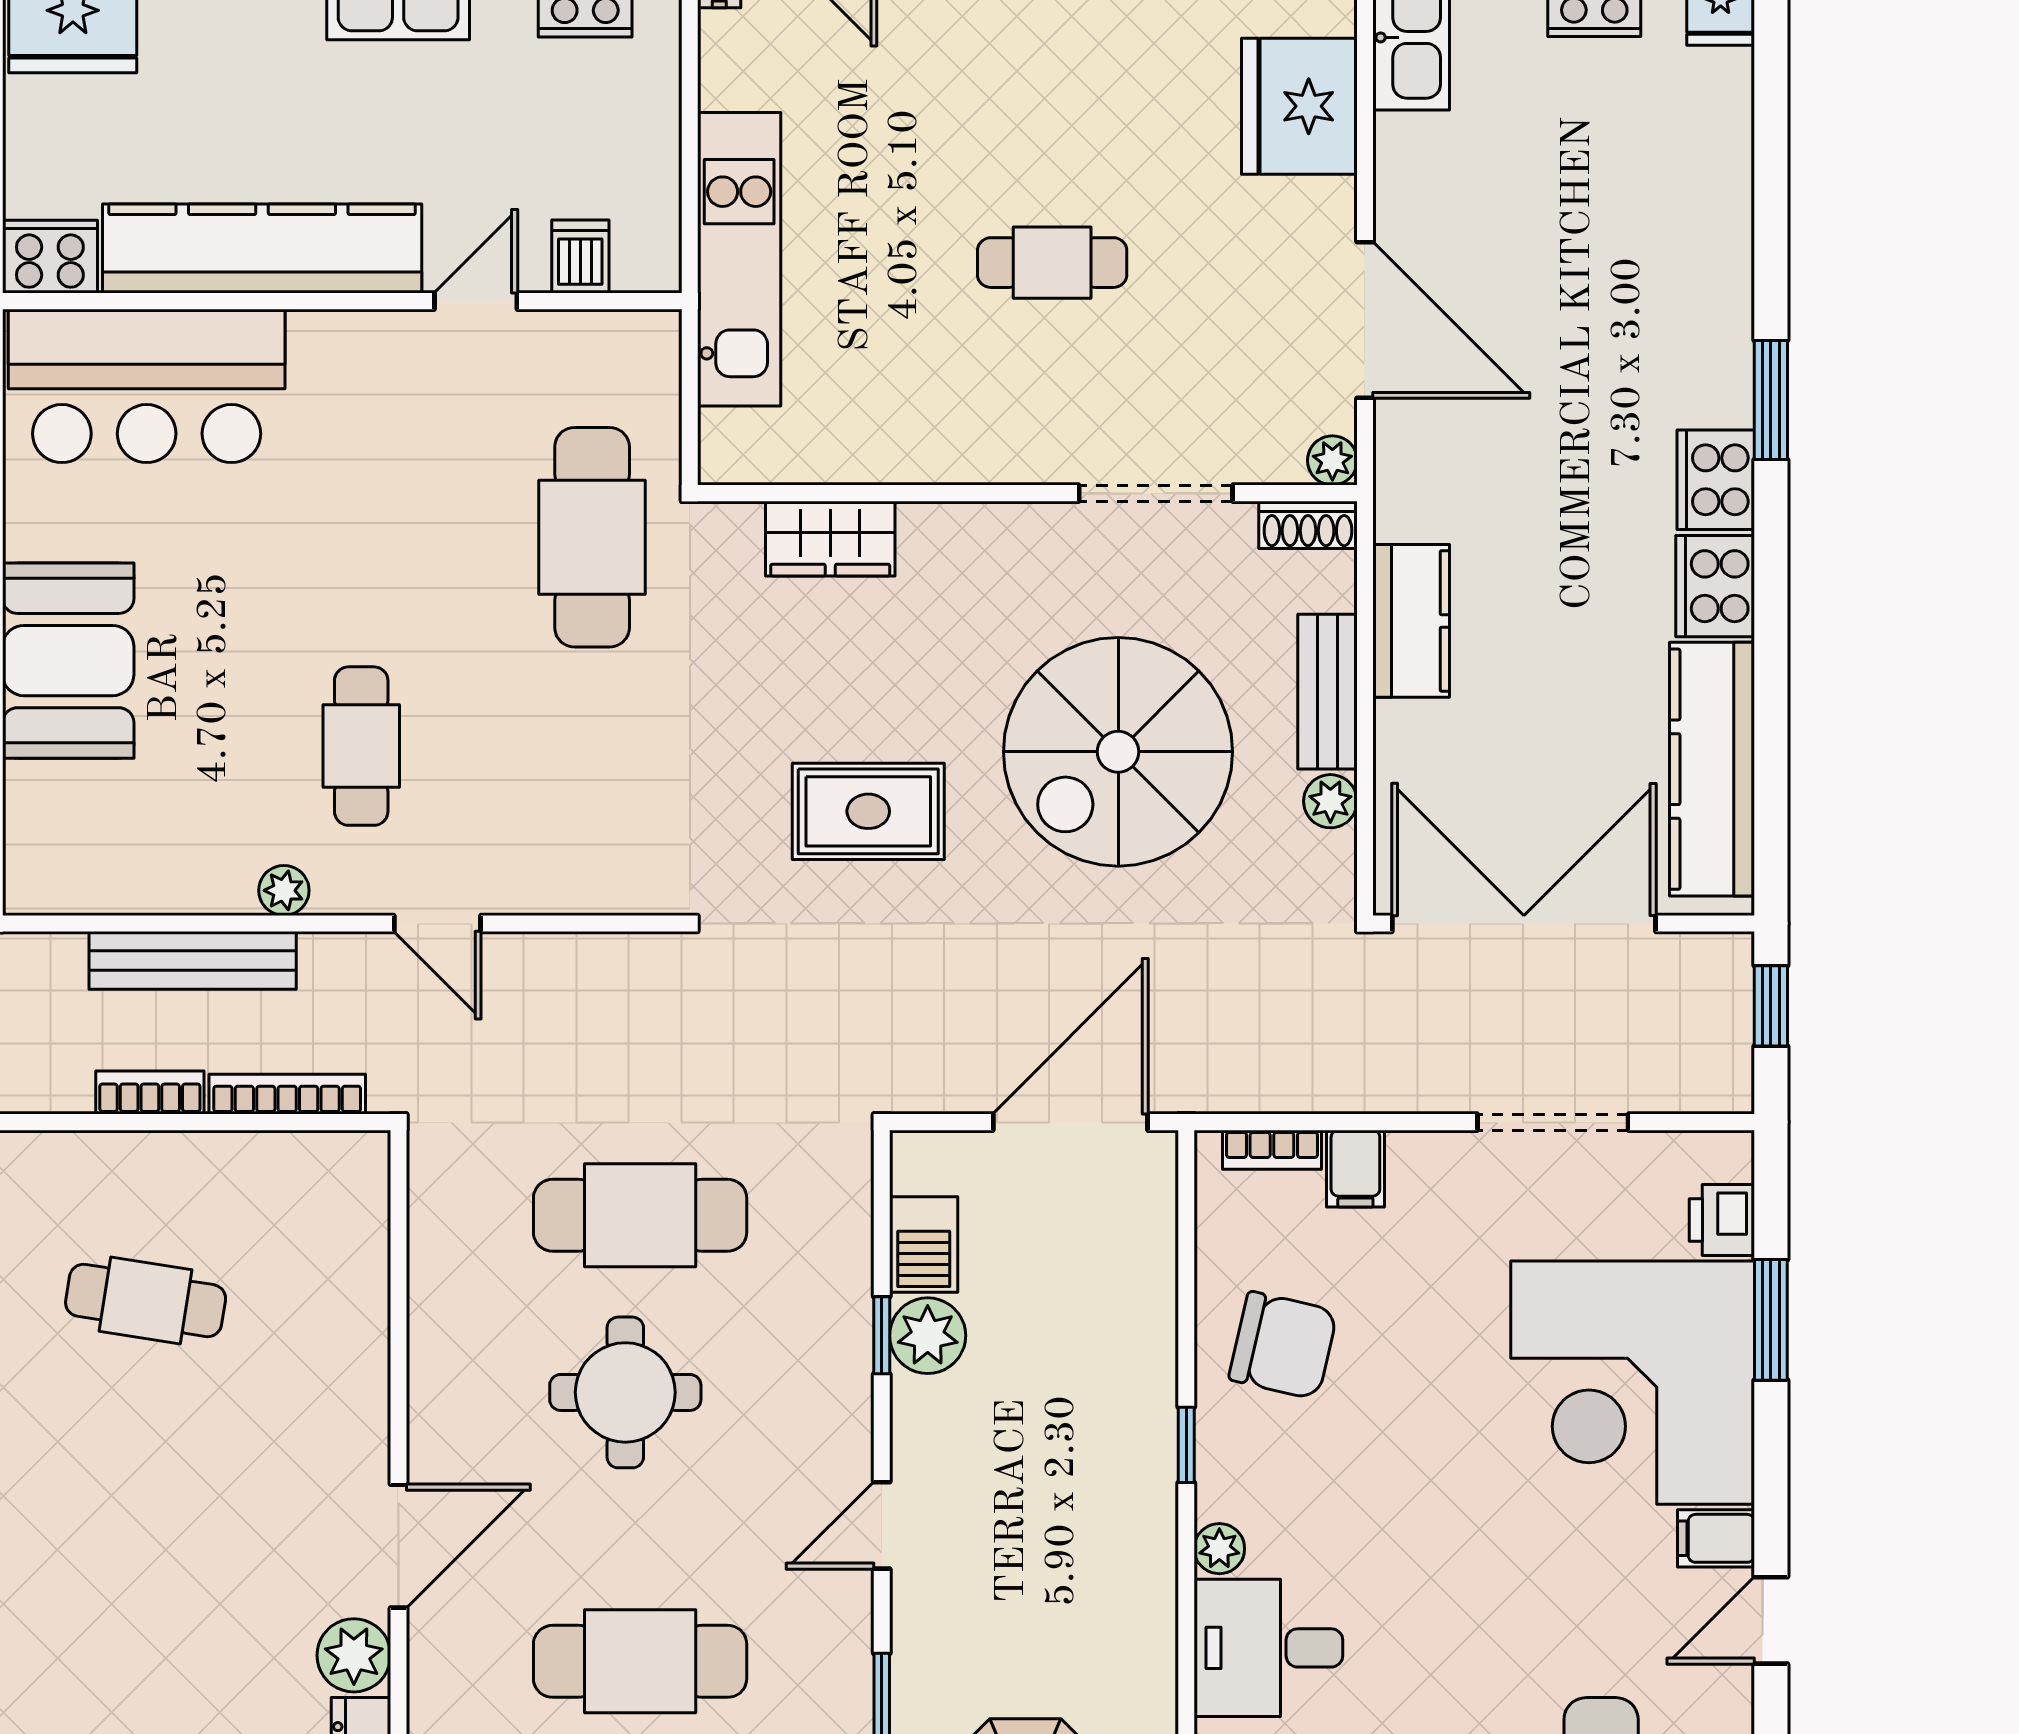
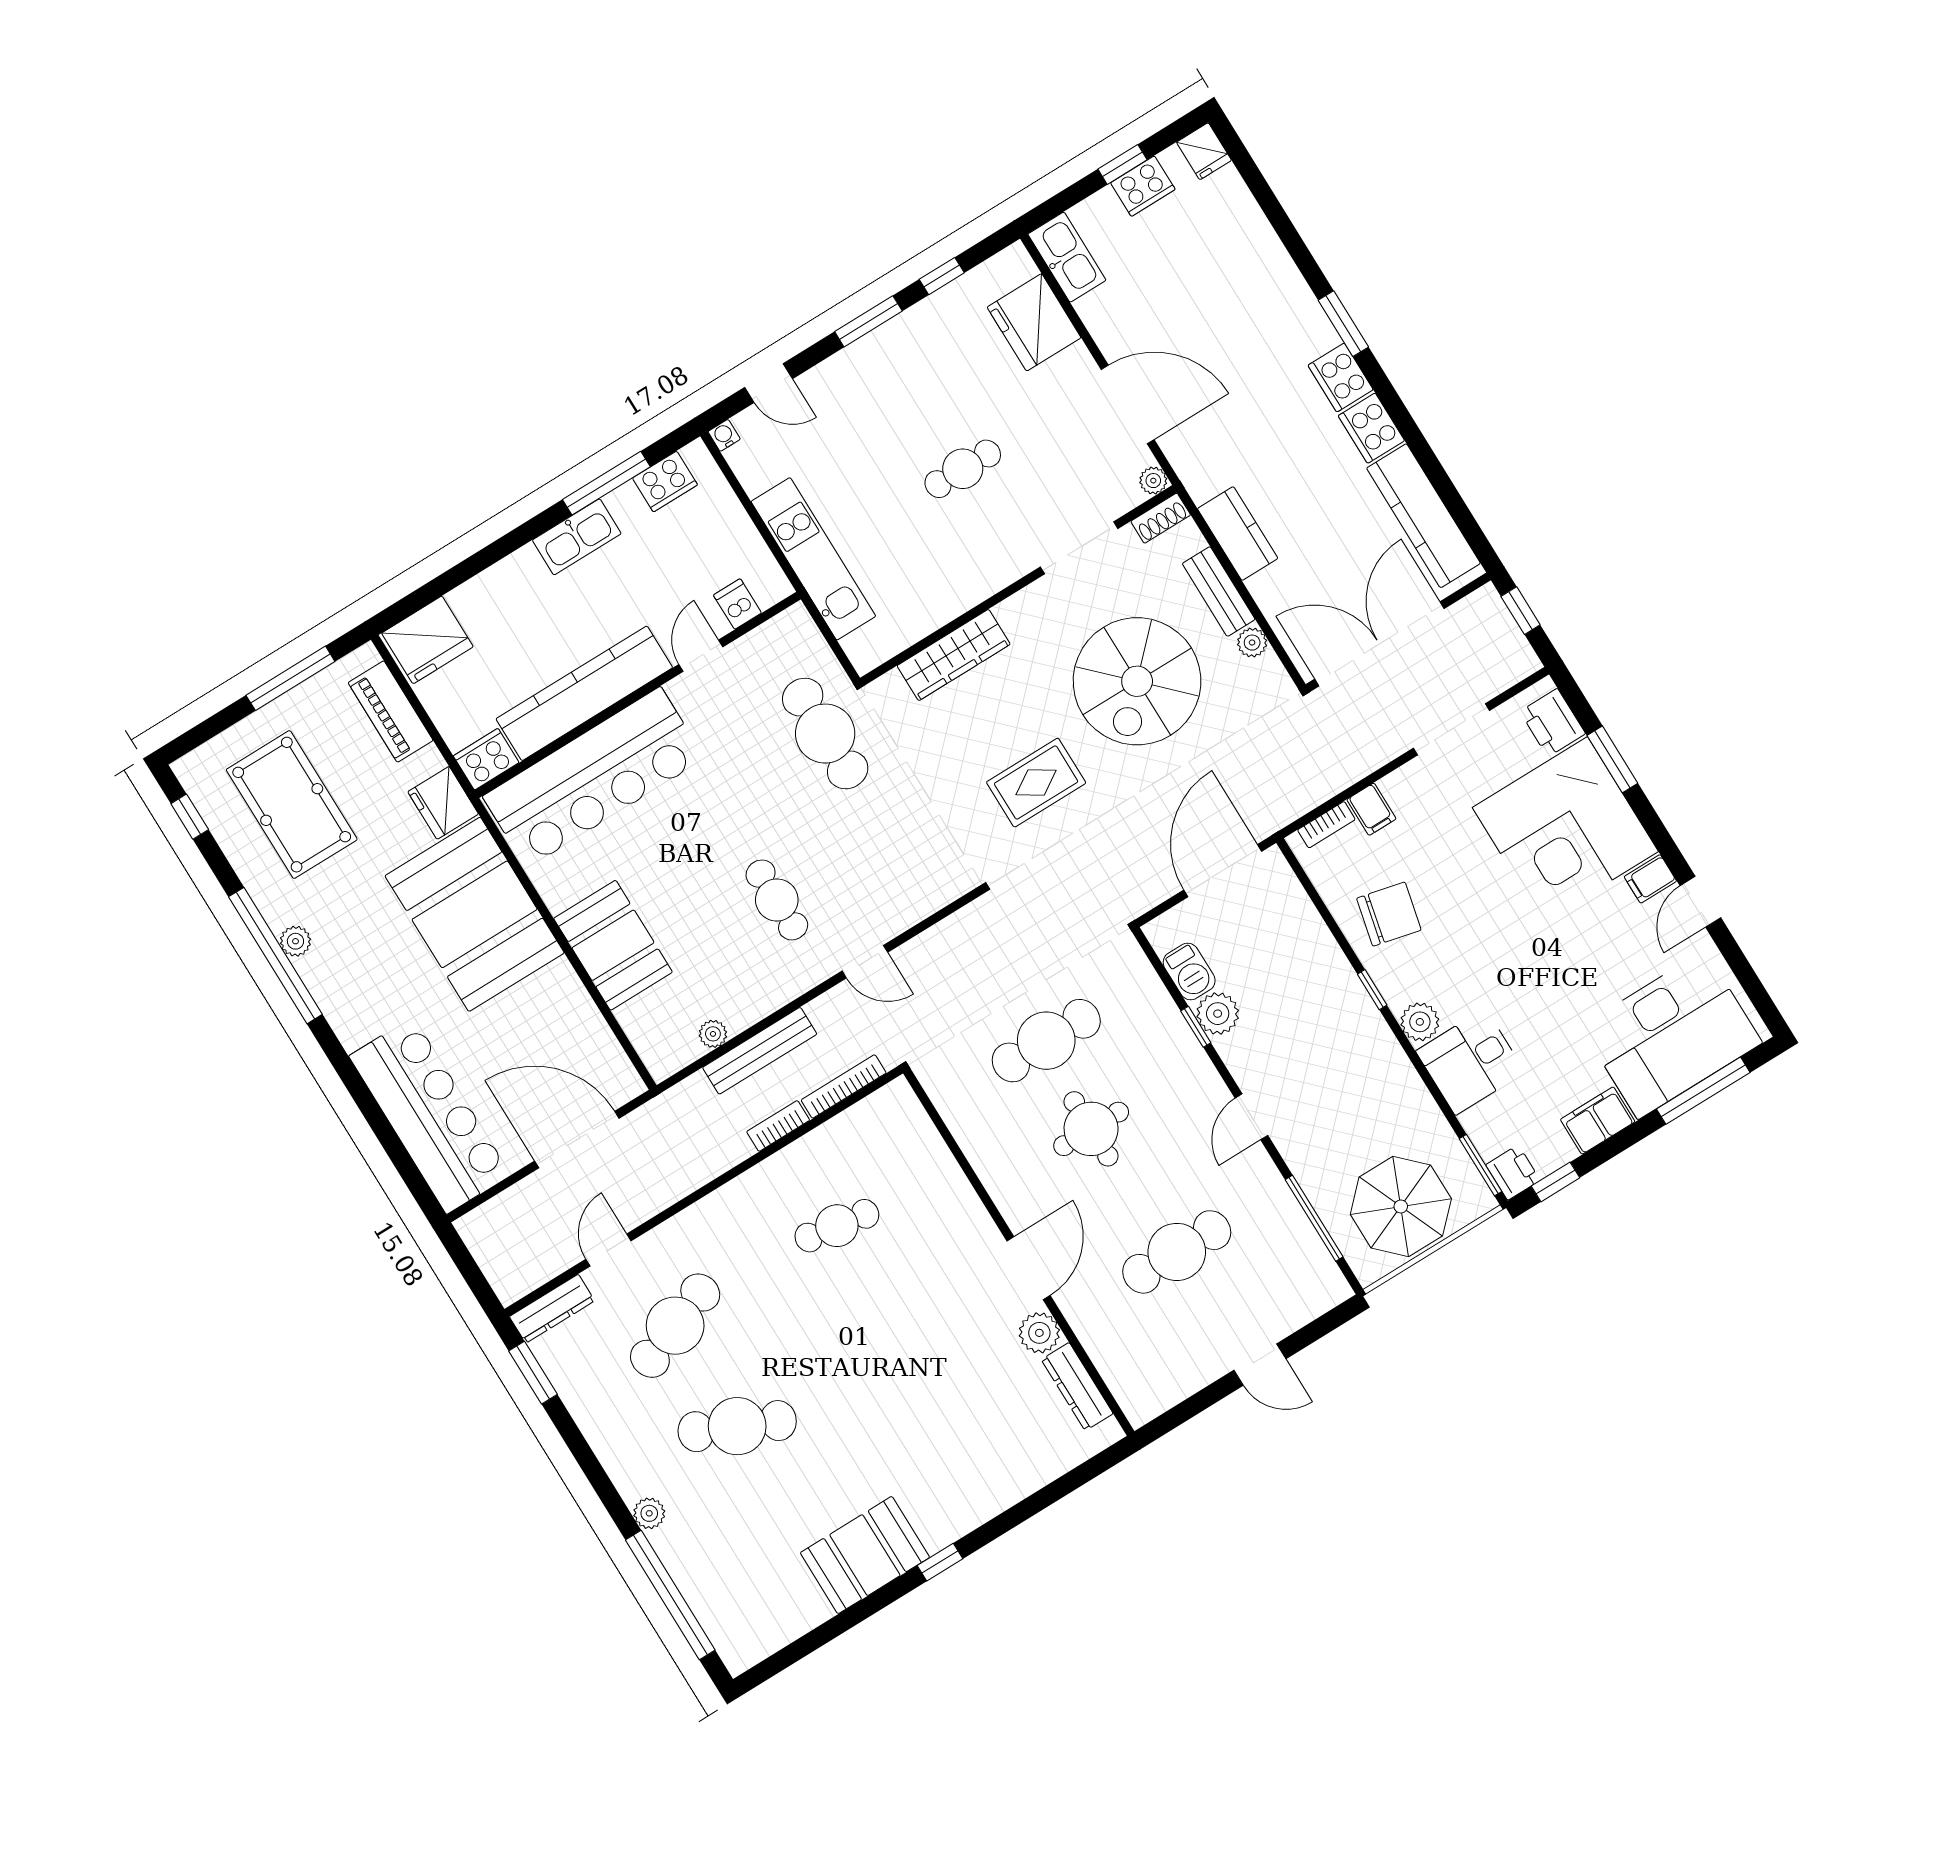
bar counter: (147, 386) -> (594, 777), width x1.36
wardrobe: (830, 539) -> (954, 655), width x1.50
plant: (284, 890) -> (713, 1034), moved
printer: (1722, 1220) -> (1553, 723), width x1.36, depth x1.24
plant: (1219, 1549) -> (1420, 1022), width x1.38, depth x1.38

